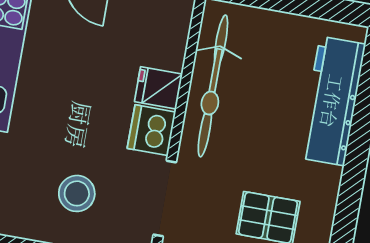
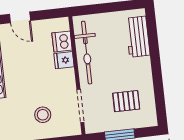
workbench: (332, 101) -> (138, 37), width x0.73
dishwasher: (152, 130) -> (62, 41), moved

